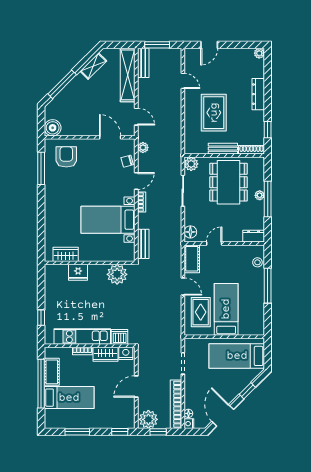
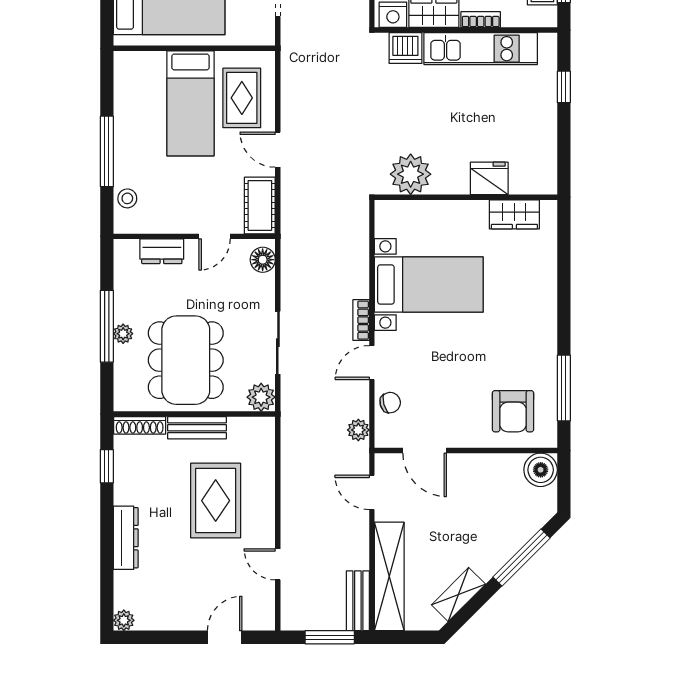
dresser: (254, 236) -> (162, 251), moved
bench: (143, 244) -> (358, 236), removed

